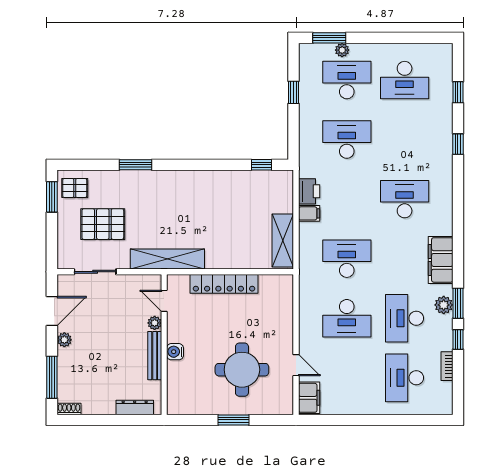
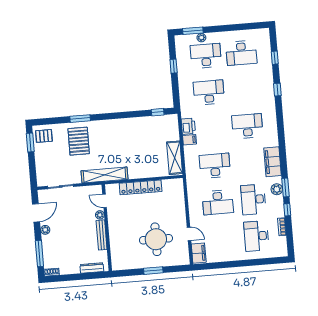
pallet: (103, 224) -> (79, 141), moved, turned 90
water cooler: (175, 352) -> (114, 232), removed

